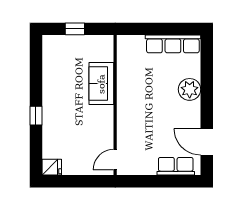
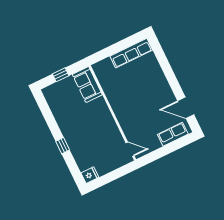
sofa: (101, 84) -> (87, 84), moved
plant: (190, 89) -> (157, 78), removed
door: (115, 160) -> (130, 149), swing flipped

